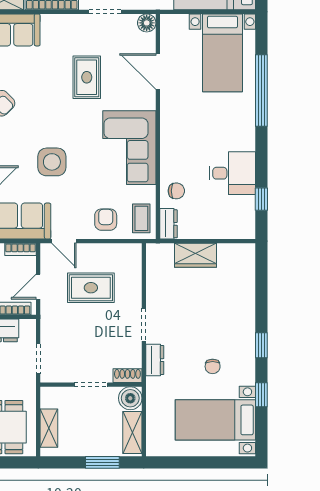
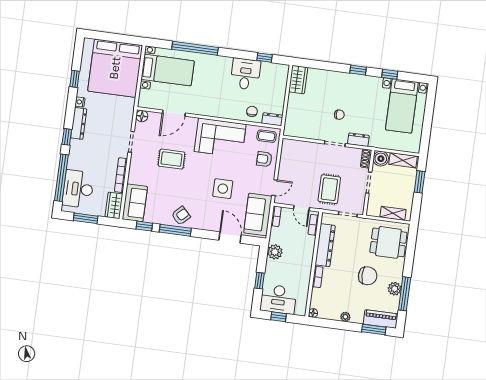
wardrobe: (195, 255) -> (298, 80), moved
rug: (91, 288) -> (329, 189), moved
chair: (213, 366) -> (339, 115), moved

